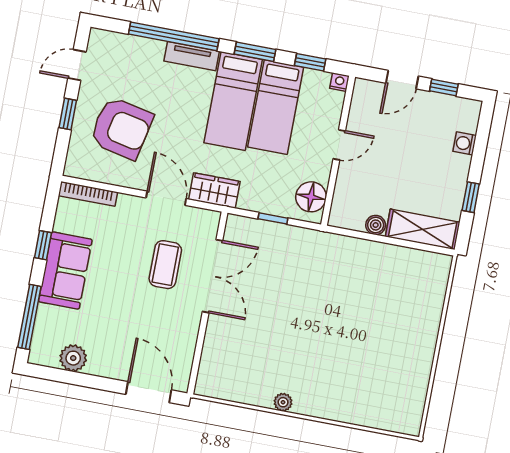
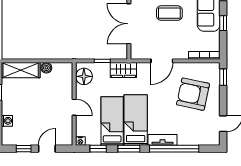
window: (68, 114) -> (223, 77), moved
door: (339, 145) -> (74, 107), swing flipped
wardrobe: (214, 190) -> (123, 70), moved
door: (166, 198) -> (162, 61), hinge flipped
coffee table: (165, 265) -> (169, 13), moved, turned 90

